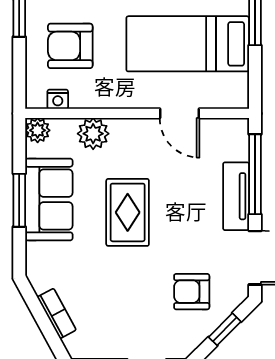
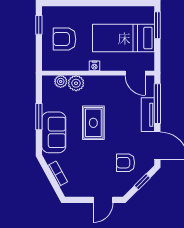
nightstand: (58, 99) -> (94, 66), moved
door: (180, 113) -> (135, 73), moved
plant: (38, 130) -> (61, 81), moved
sofa: (49, 200) -> (54, 132), moved

